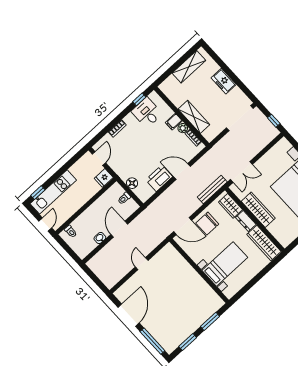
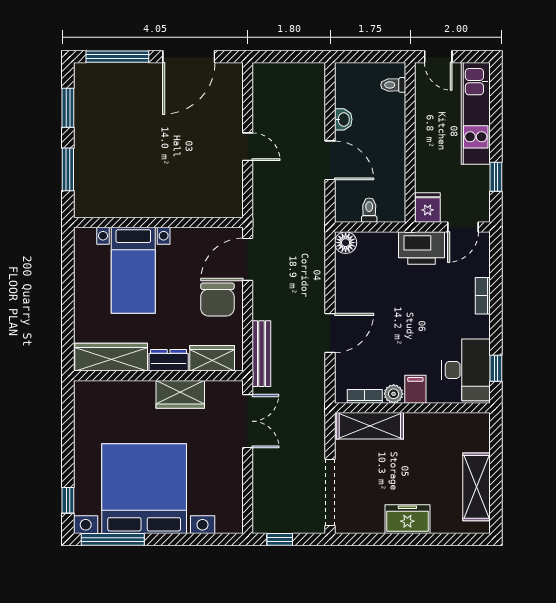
desk: (147, 113) -> (466, 370), width x1.37
shelving: (194, 117) -> (370, 426), moved
door: (99, 159) -> (463, 227), hinge flipped
double door: (241, 172) -> (248, 421), swing flipped
printer: (159, 178) -> (422, 248), moved, turned 90
floor lamp: (132, 183) -> (346, 243), moved
window: (38, 193) -> (496, 177), moved
wardrobe: (258, 210) -> (180, 394), width x0.67
chair: (207, 224) -> (217, 300), turned 180
door: (129, 315) -> (189, 57), hinge flipped

